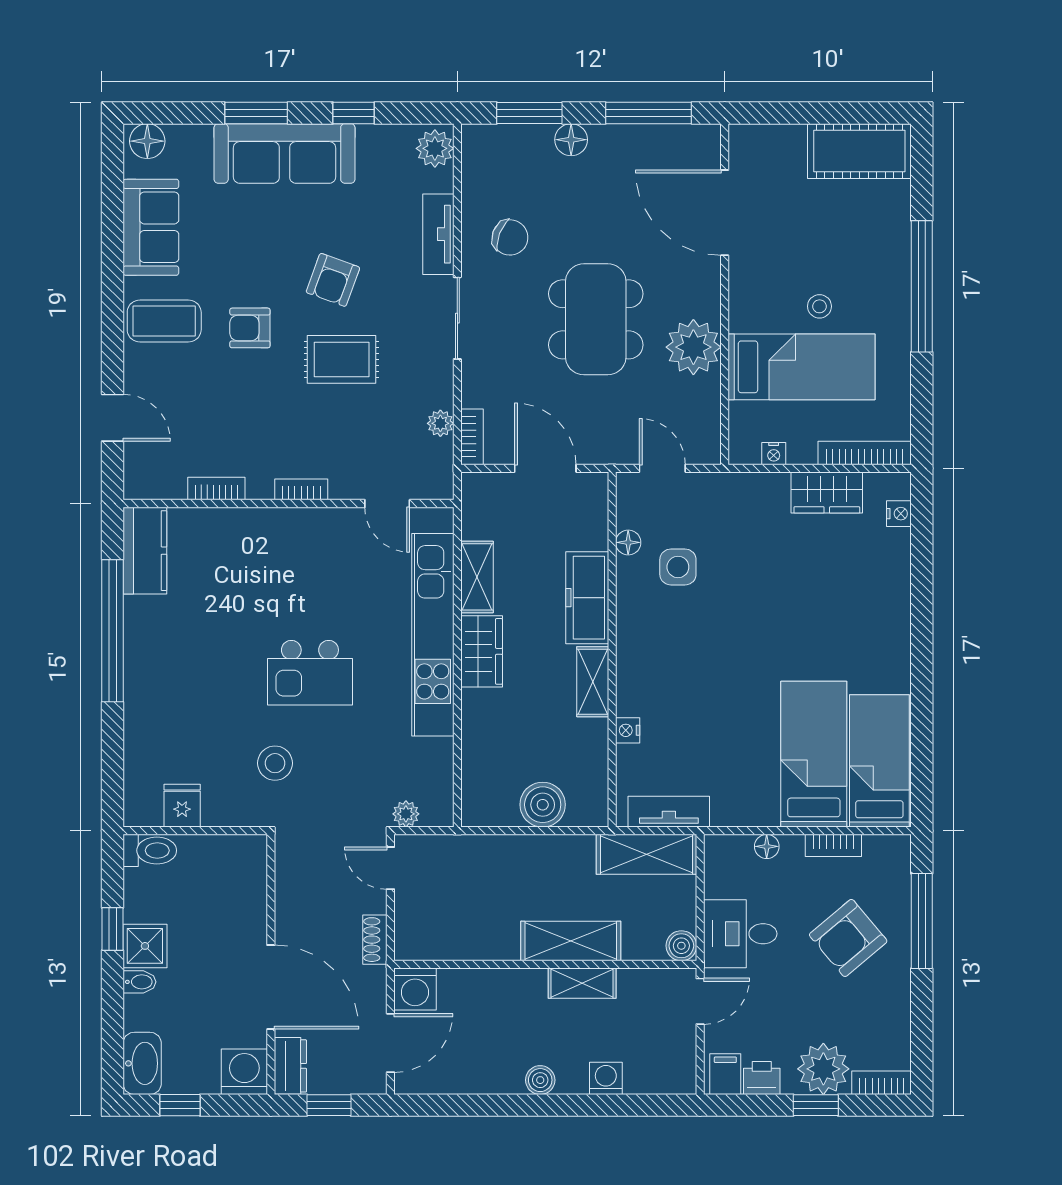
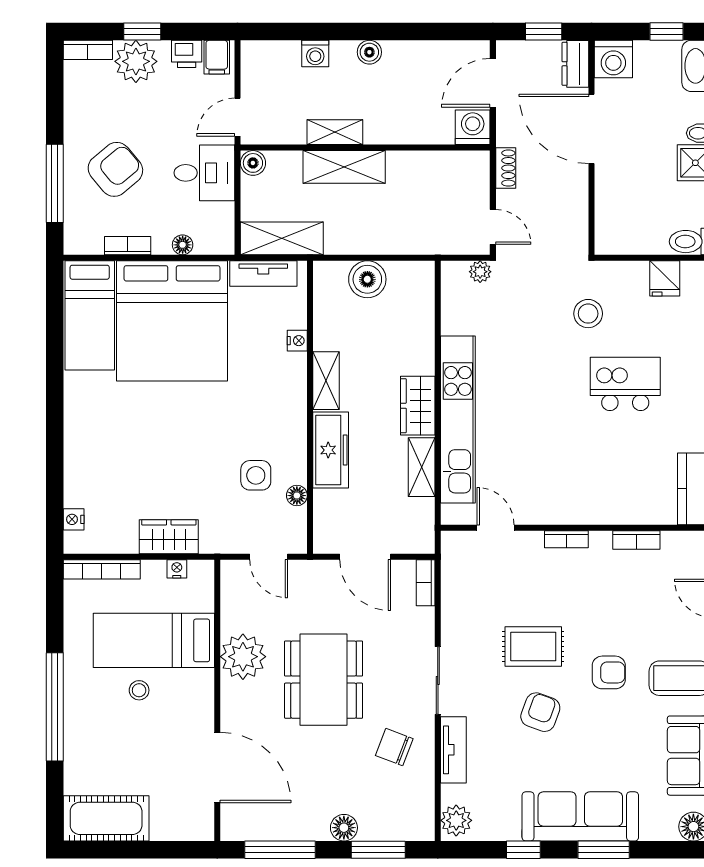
plant: (440, 423) -> (452, 594), removed
wardrobe: (827, 493) -> (169, 537), moved
kitchen island: (310, 673) -> (625, 384), moved
bed: (814, 754) -> (172, 321), width x2.04

